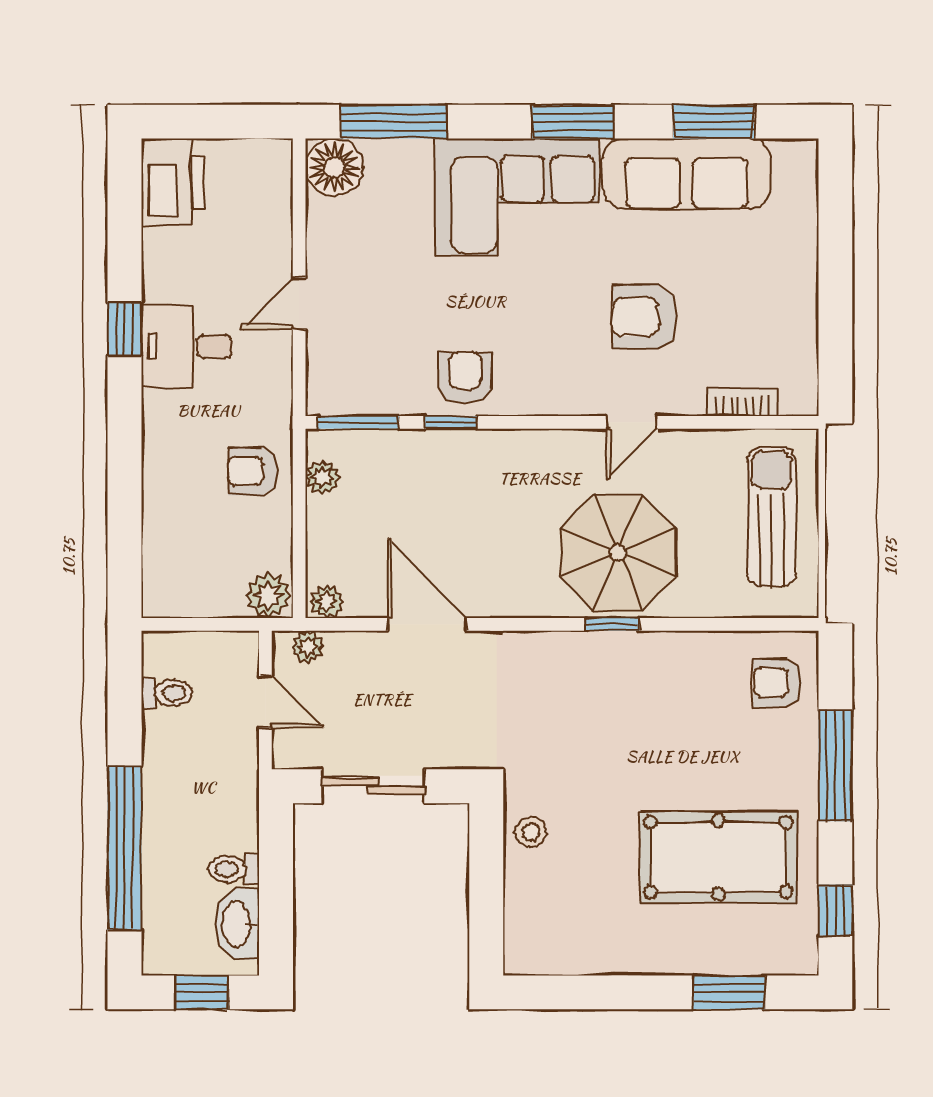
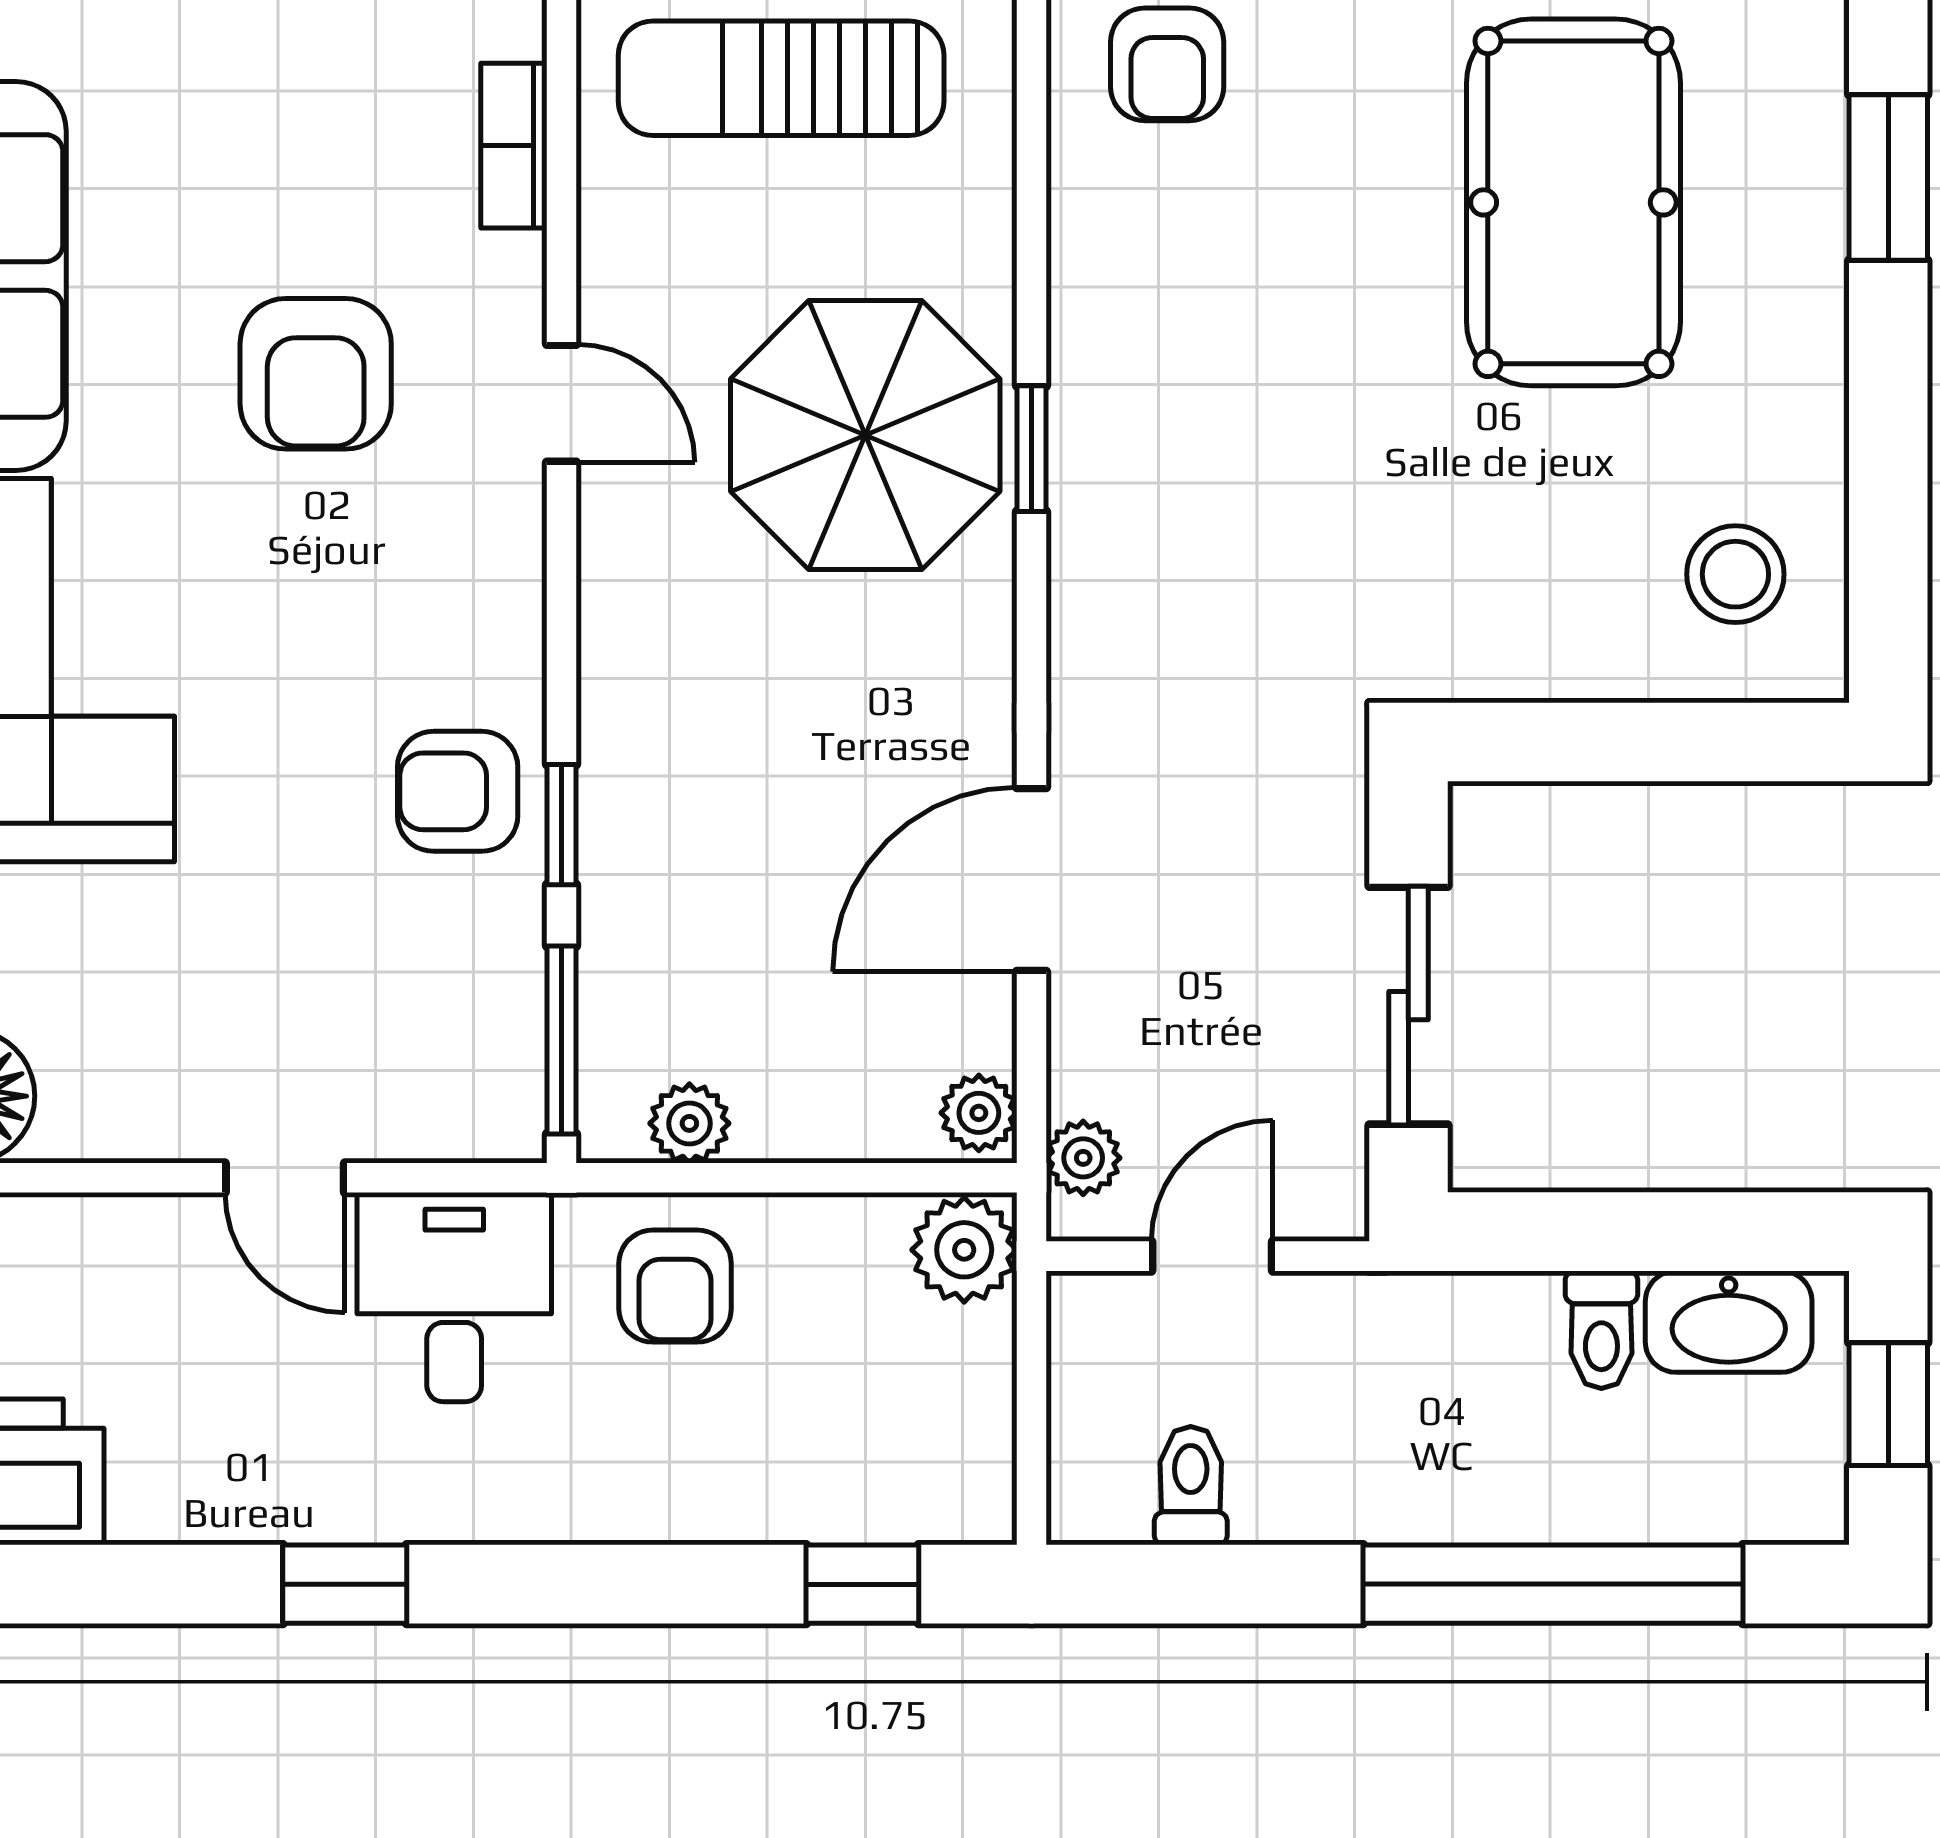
desk: (186, 346) -> (454, 1297), moved, turned 180
window: (125, 552) -> (862, 1584), added
stool: (531, 832) -> (1735, 574), moved, width x1.37, depth x1.37

